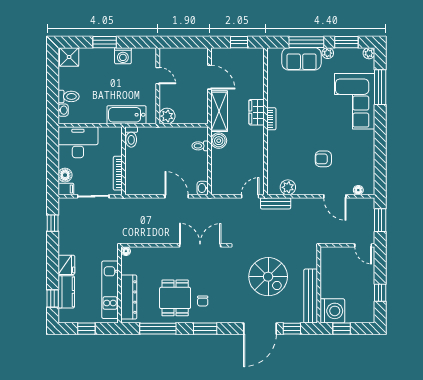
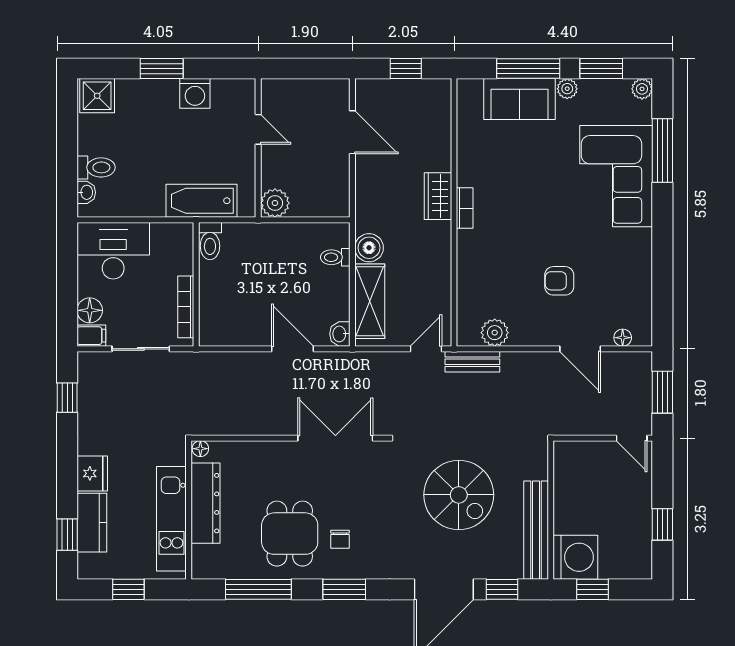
shelving: (219, 111) -> (370, 301), moved
dresser: (129, 297) -> (205, 503), moved

